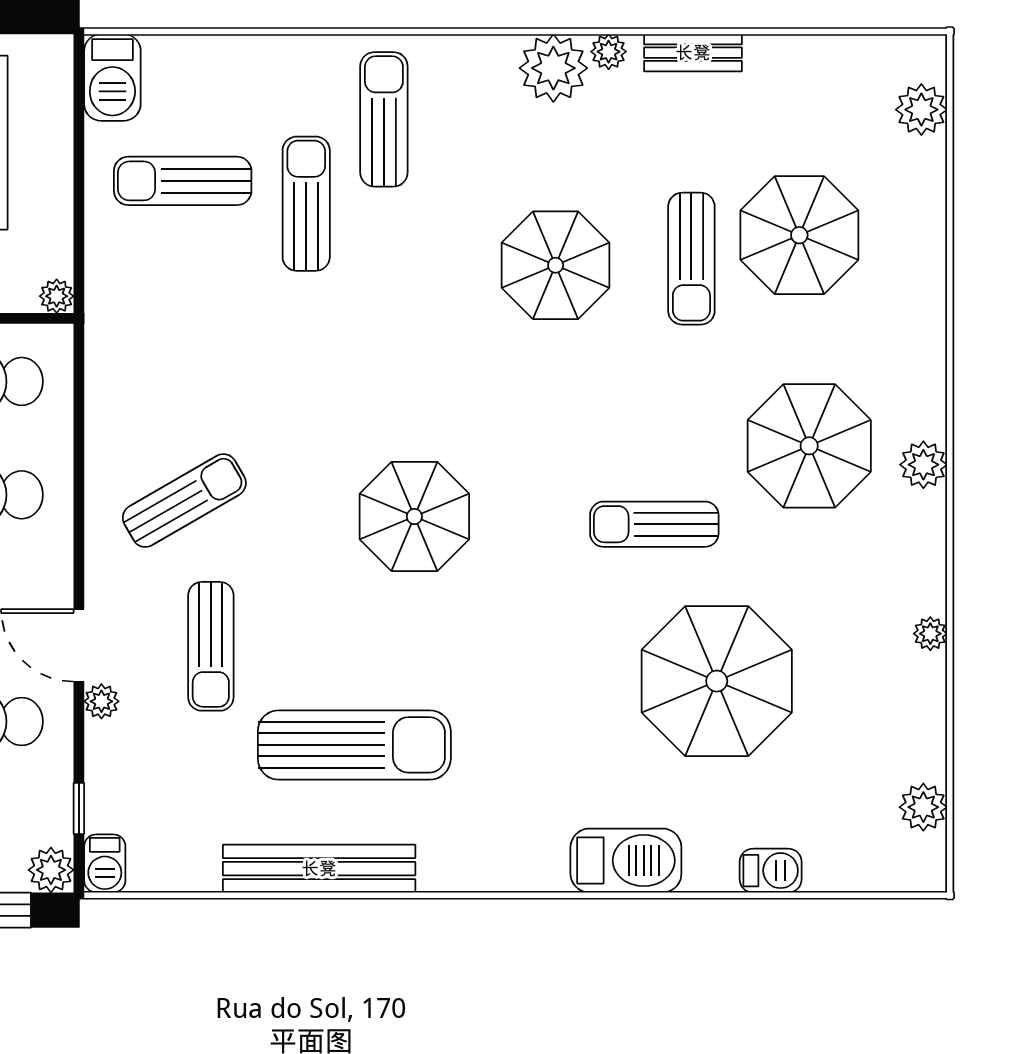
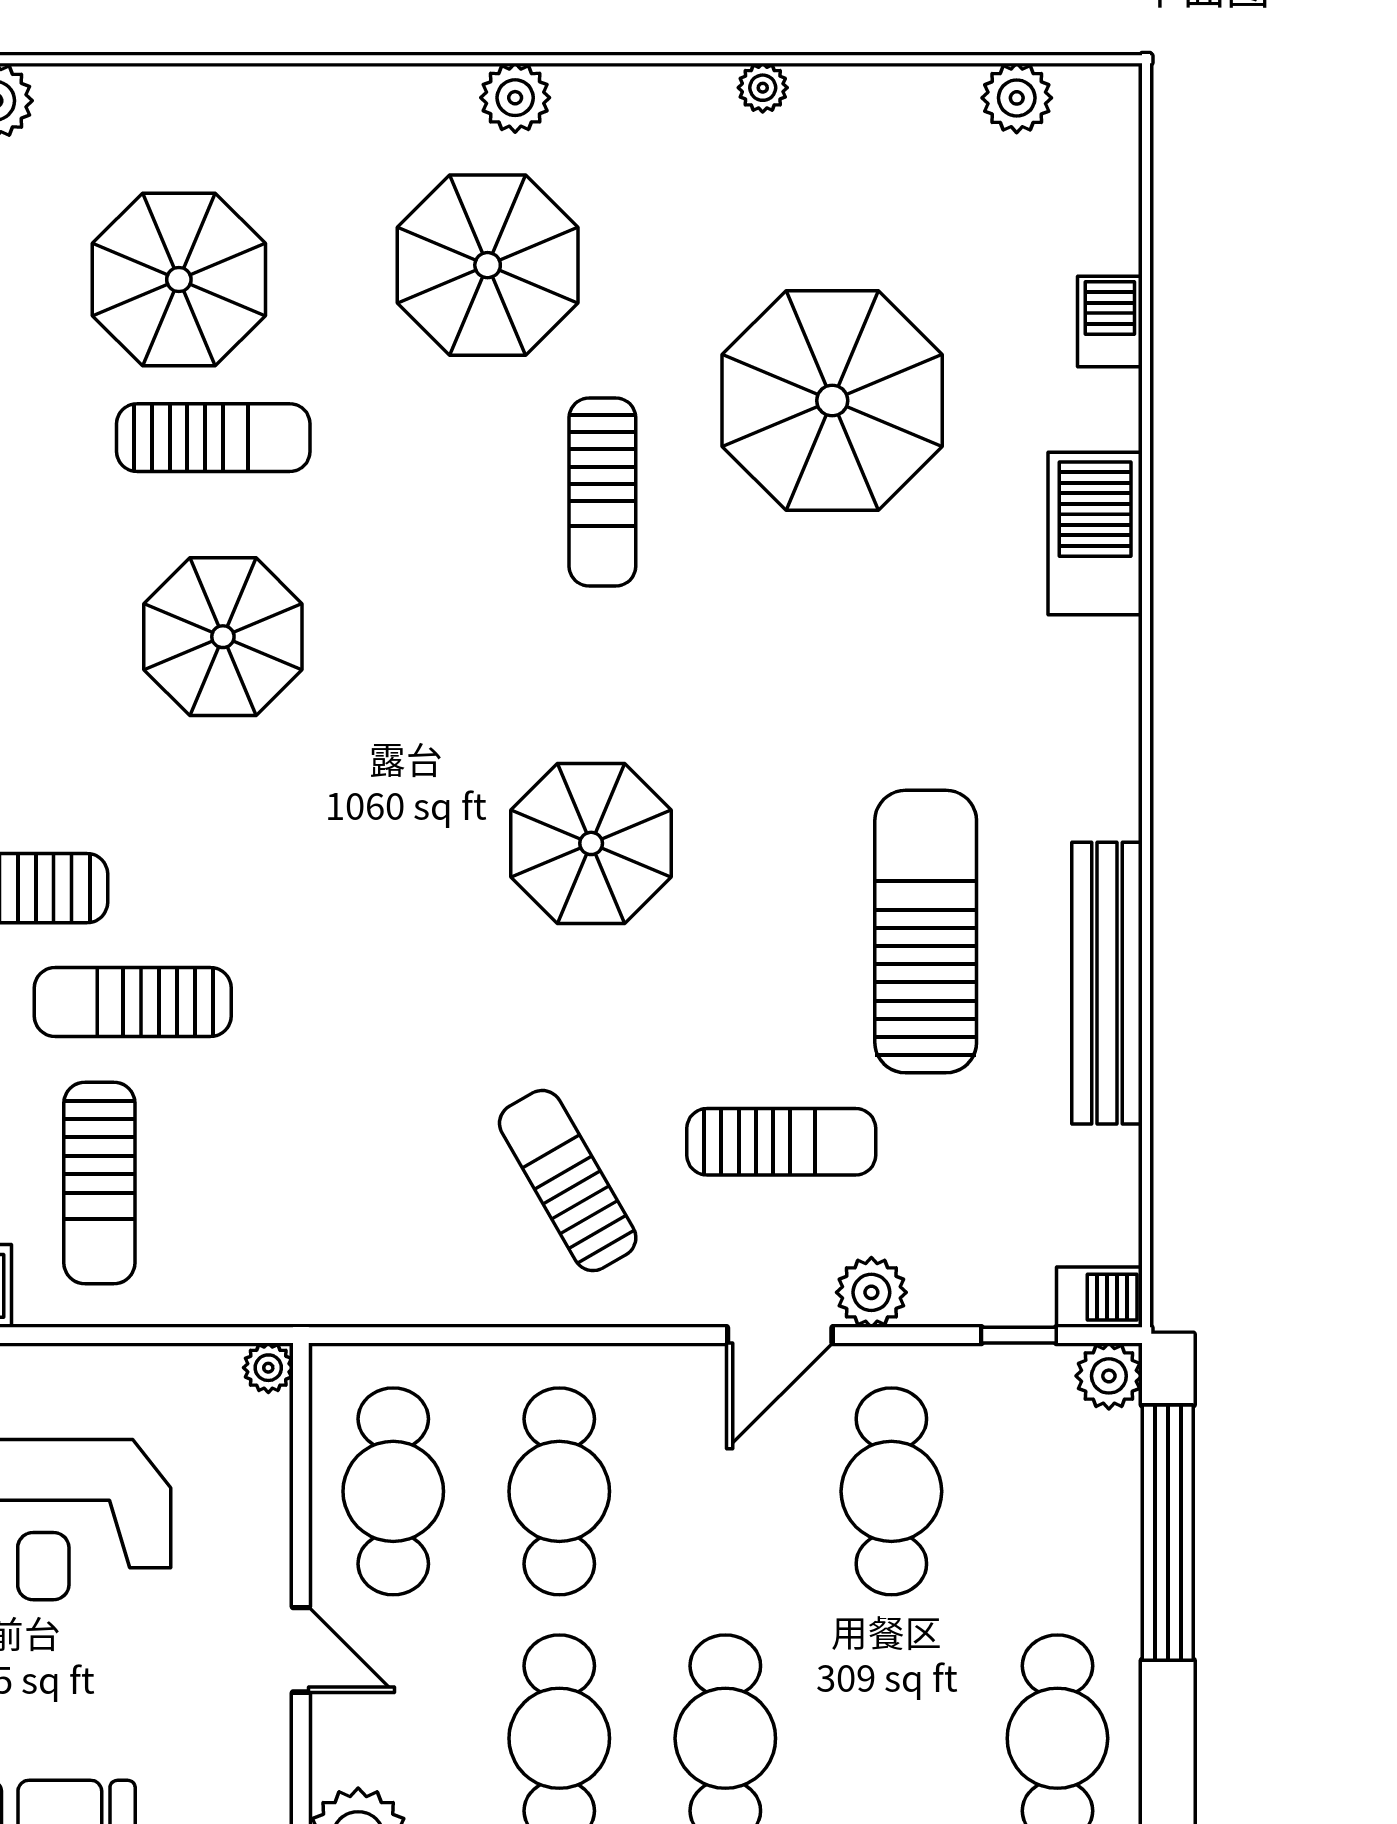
plant: (101, 701) -> (871, 1292), width x1.38, depth x1.38

